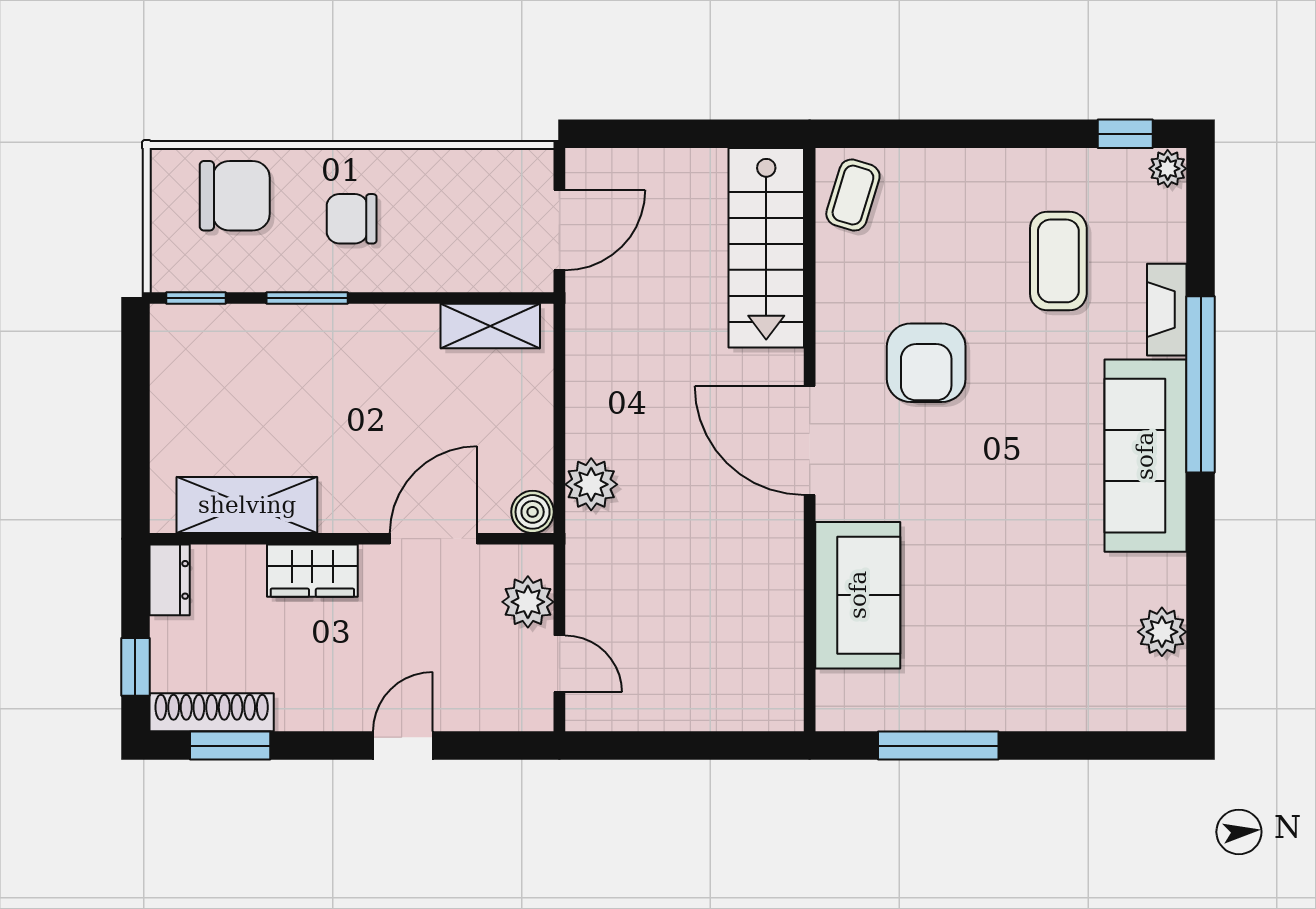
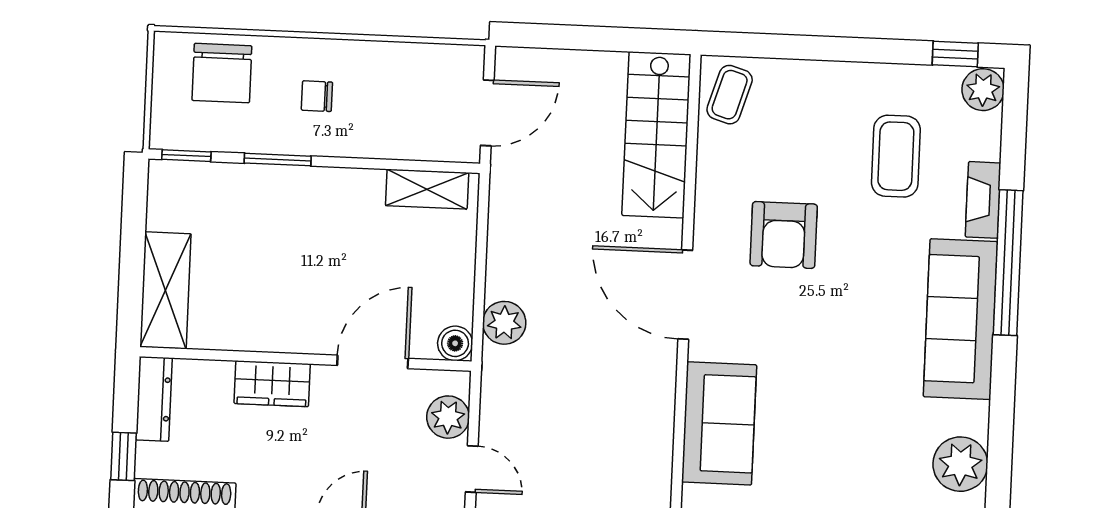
plant: (1168, 169) -> (983, 90), width x1.38, depth x1.38
chair: (235, 196) -> (222, 73), turned 90
chair: (352, 219) -> (317, 96), width x0.73, depth x0.73
shelving: (247, 505) -> (165, 290), moved, turned 90
dresser: (170, 580) -> (154, 399), width x1.44
plant: (1162, 632) -> (960, 464), width x1.36, depth x1.36

